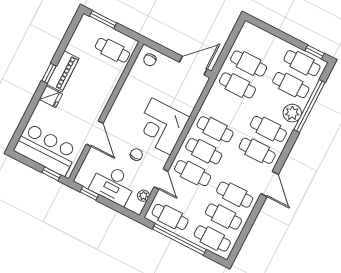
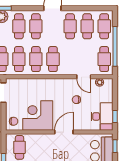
corner desk: (161, 126) -> (38, 115), moved, turned 180
door: (95, 134) -> (64, 132), moved
cafe table: (193, 173) -> (19, 59), moved
door: (161, 179) -> (84, 77), swing flipped
desk: (113, 184) -> (102, 116), moved

